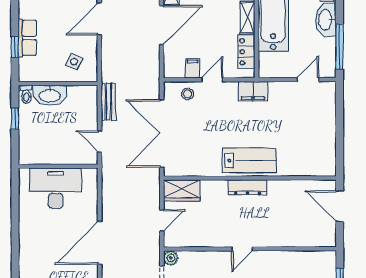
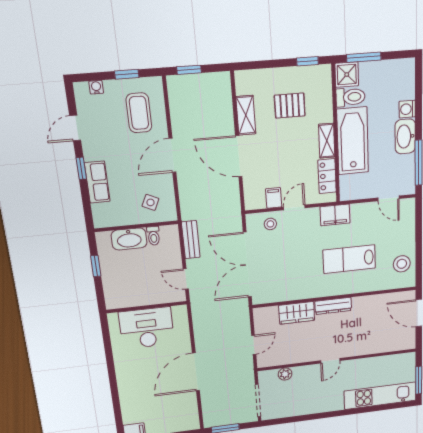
door: (162, 25) -> (239, 156), swing flipped
window: (15, 47) -> (81, 168), moved
door: (308, 80) -> (389, 198), swing flipped
toilet: (26, 94) -> (154, 236), moved
stool: (321, 150) -> (402, 264), added
lab bench: (249, 160) -> (349, 259), moved, turned 180
wardrobe: (182, 190) -> (297, 313), moved
plant: (171, 258) -> (285, 374), moved

